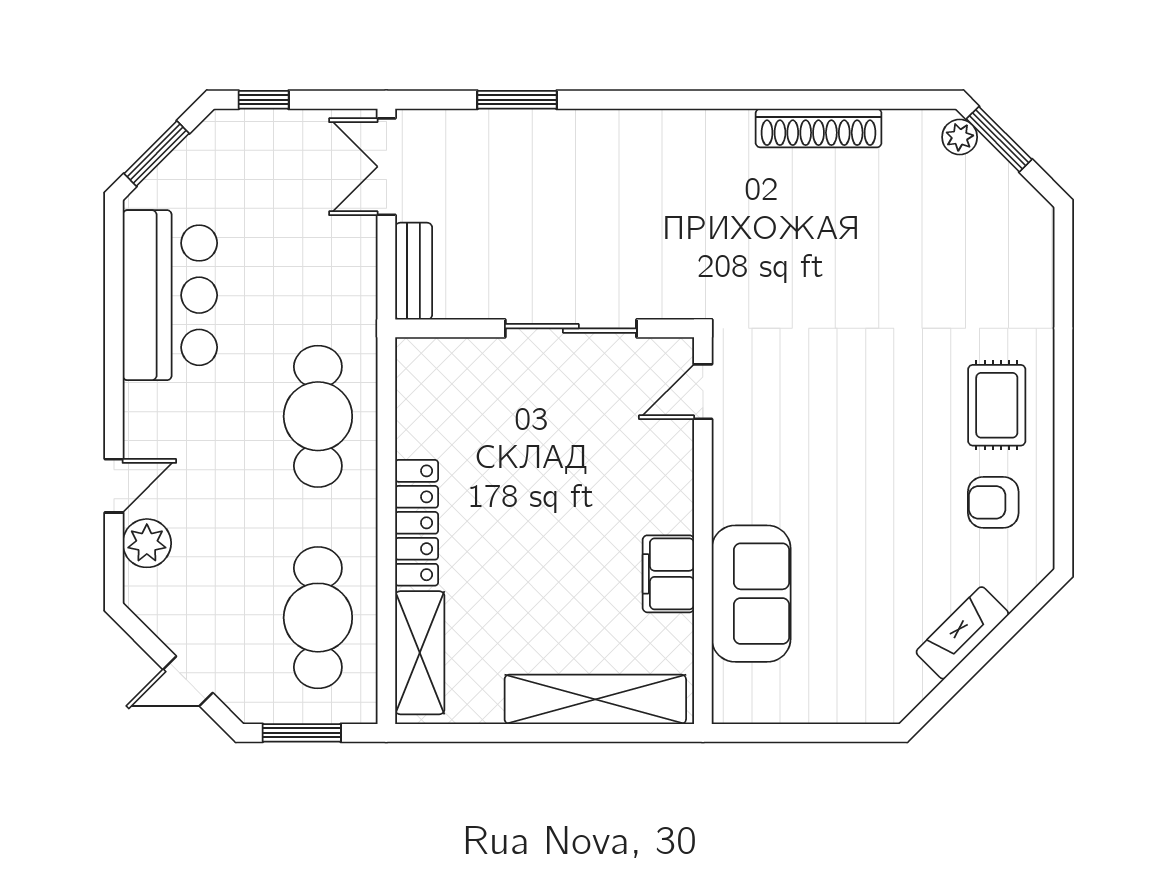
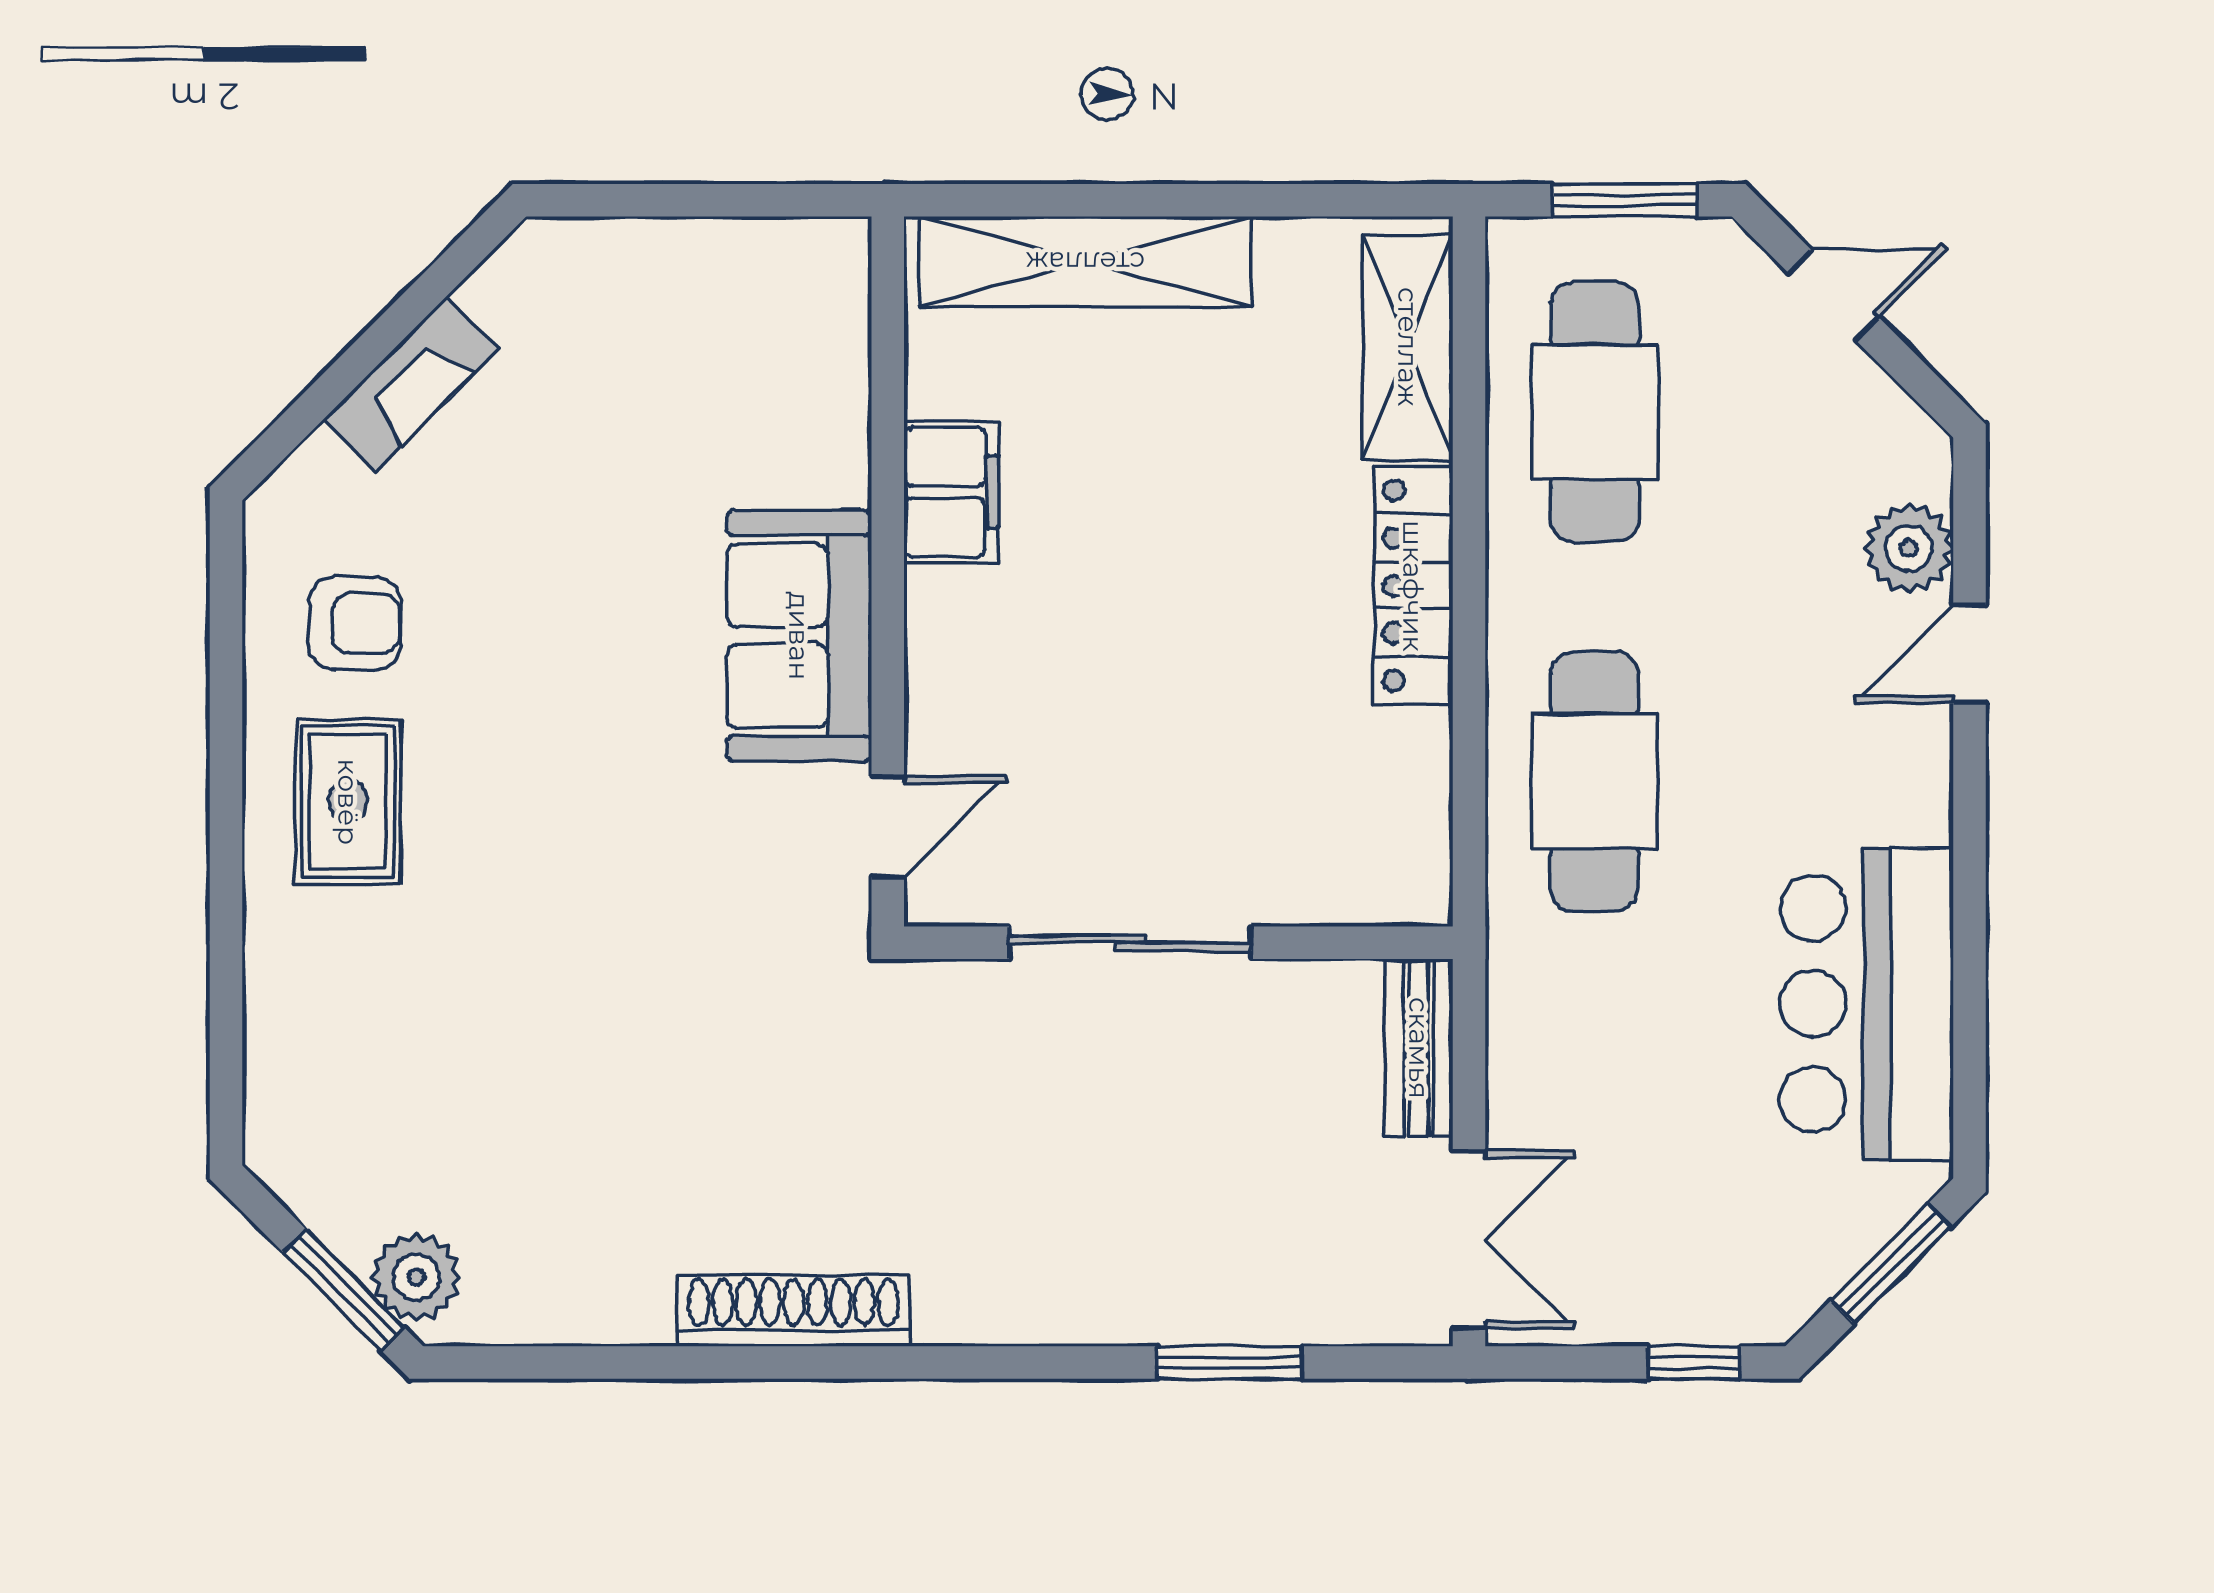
shoe rack: (819, 128) -> (794, 1311), moved
plant: (960, 137) -> (416, 1277), width x1.38, depth x1.38
sofa: (751, 594) -> (799, 636), moved

